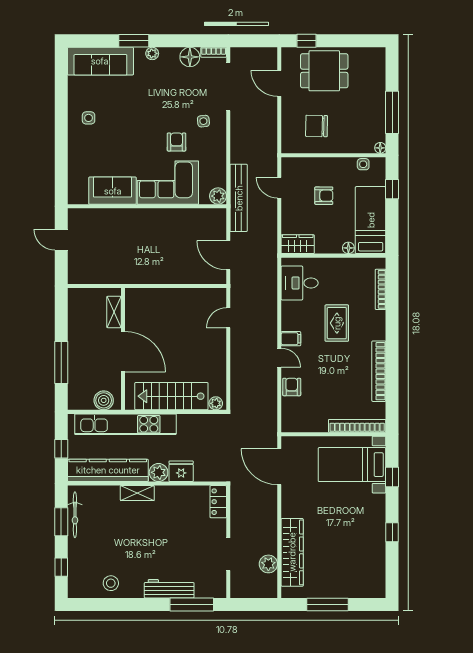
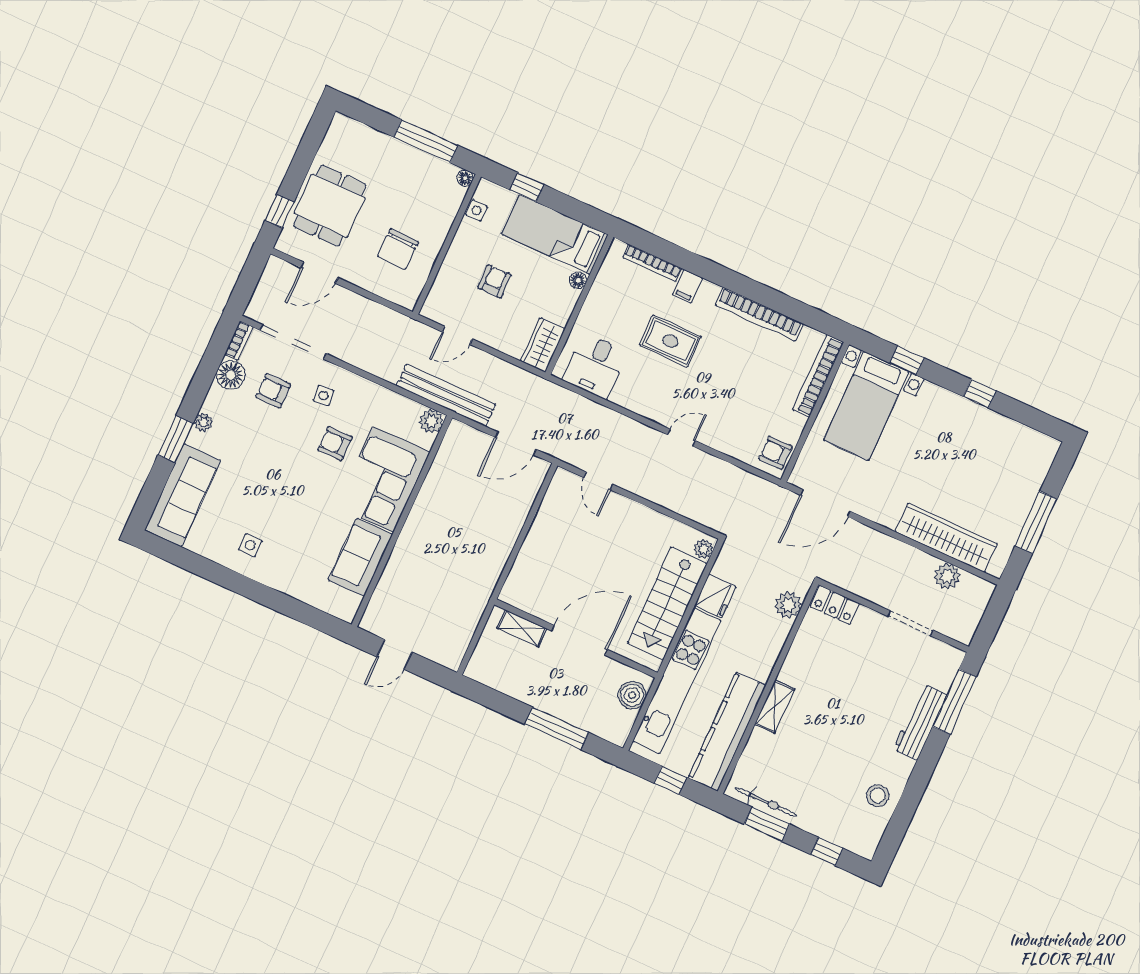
armchair: (192, 88) -> (273, 391), added
filing cabinet: (291, 339) -> (688, 286), moved, turned 180
armchair: (292, 387) -> (776, 453), moved
fridge: (181, 471) -> (715, 596), moved, turned 180
plant: (159, 472) -> (788, 605), moved

